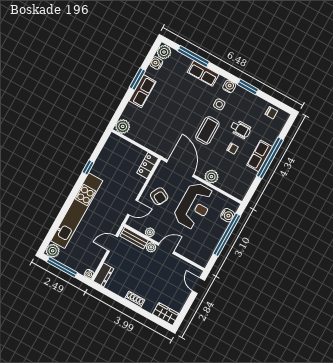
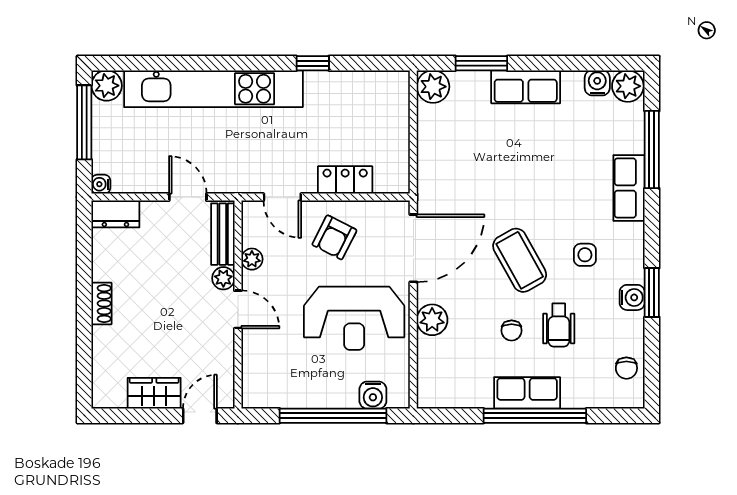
window: (137, 79) -> (481, 63), moved
water cooler: (229, 86) -> (632, 297), moved
coffee table: (207, 130) -> (520, 260), turned 61
locker: (148, 166) -> (345, 180), moved
wardrobe: (166, 314) -> (154, 393), moved, turned -90

